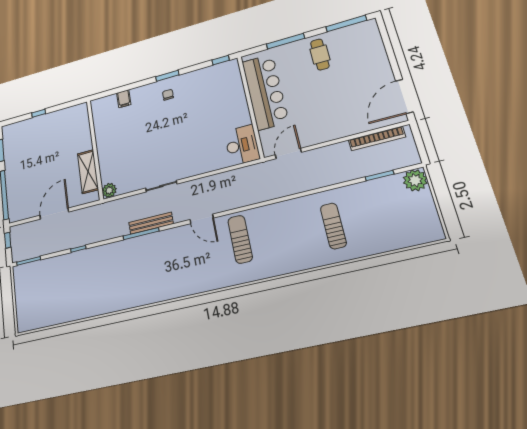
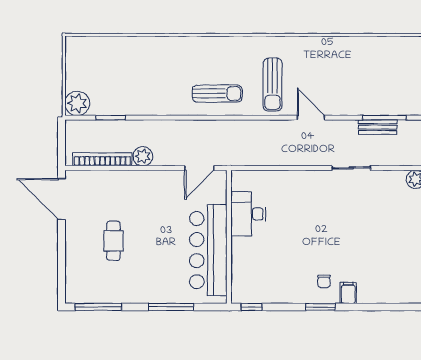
cafe table: (320, 54) -> (113, 241), moved
door: (404, 96) -> (62, 199), swing flipped
filing cabinet: (124, 99) -> (348, 293), moved
desk: (242, 145) -> (248, 214), moved
plant: (341, 150) -> (143, 156), added
bench: (151, 223) -> (378, 127), width x0.73
sun lounger: (333, 226) -> (217, 94), moved, turned -90

